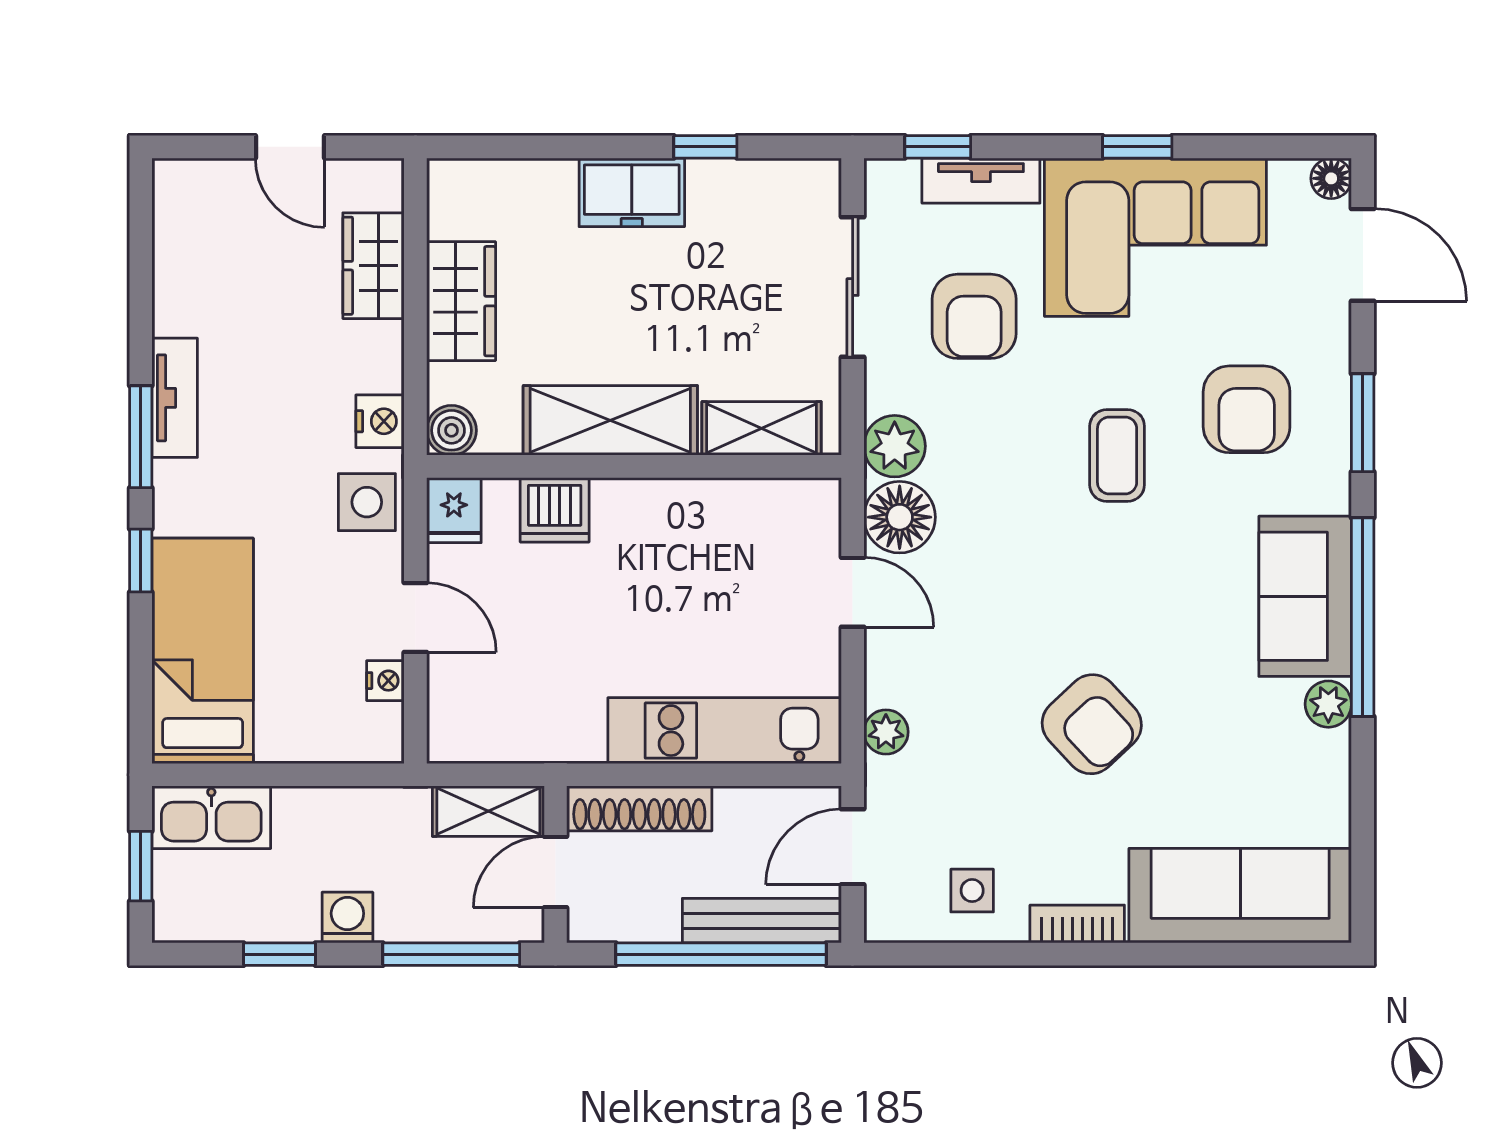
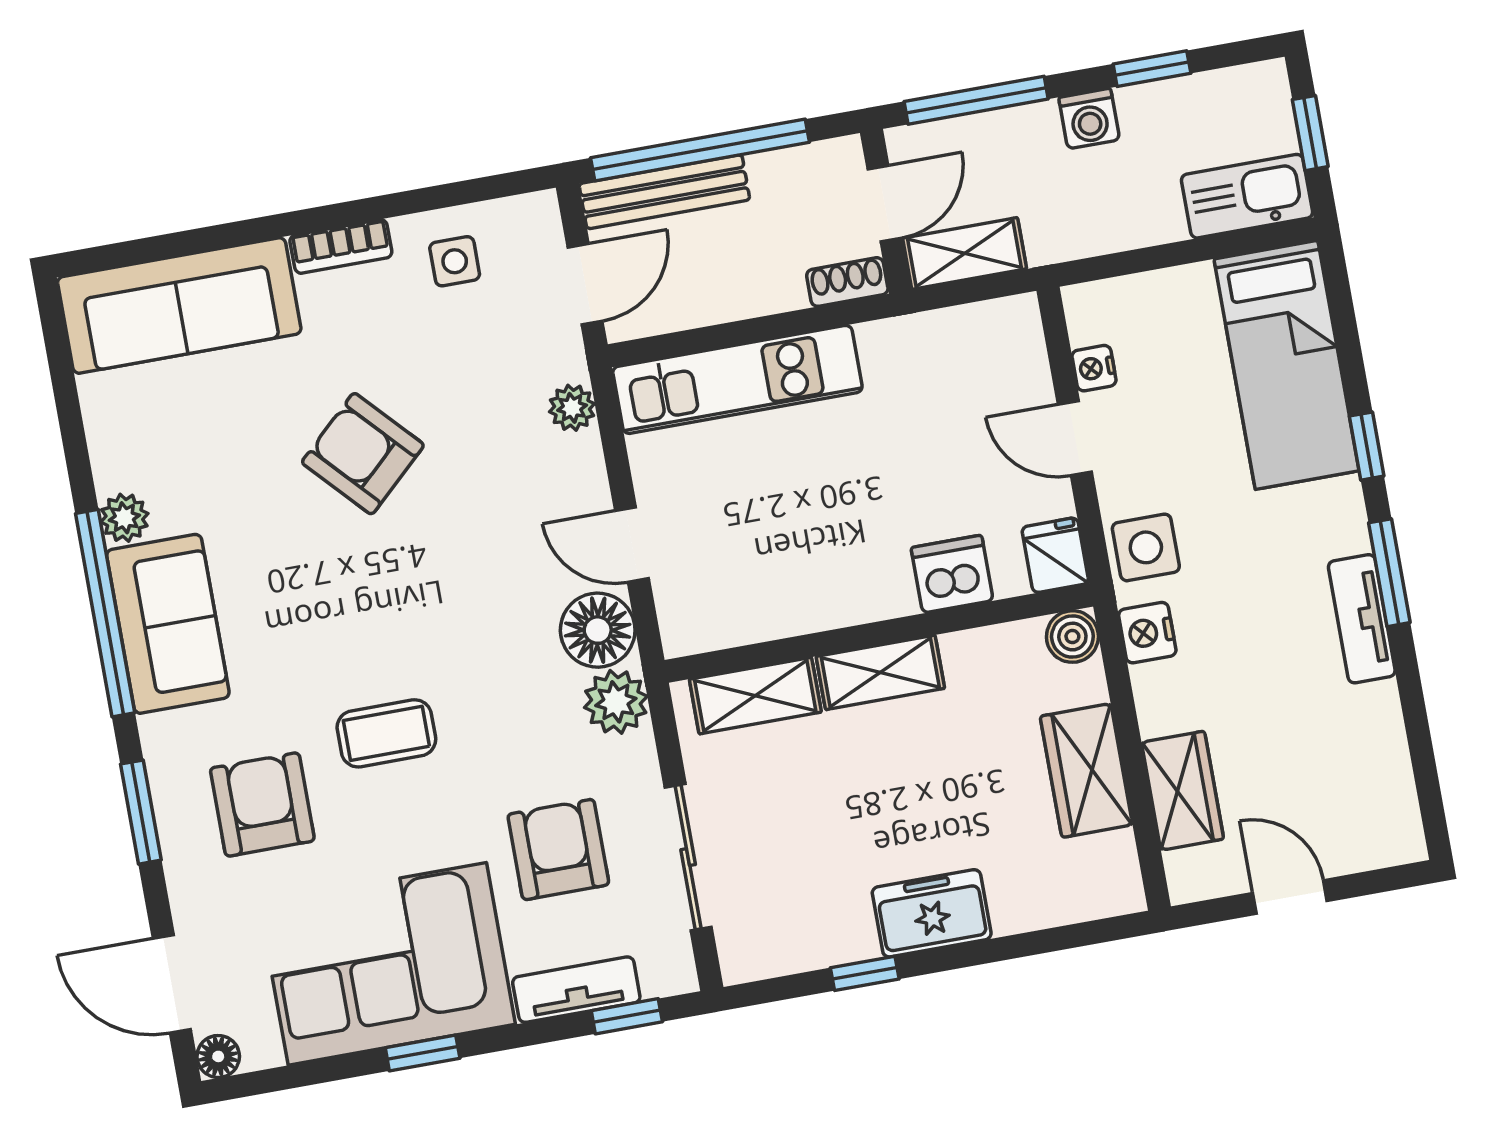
shelving: (610, 420) -> (880, 672), width x0.67, depth x0.75
coffee table: (1117, 455) -> (386, 733), turned 90
shoe rack: (639, 808) -> (847, 282), width x0.51, depth x0.81

